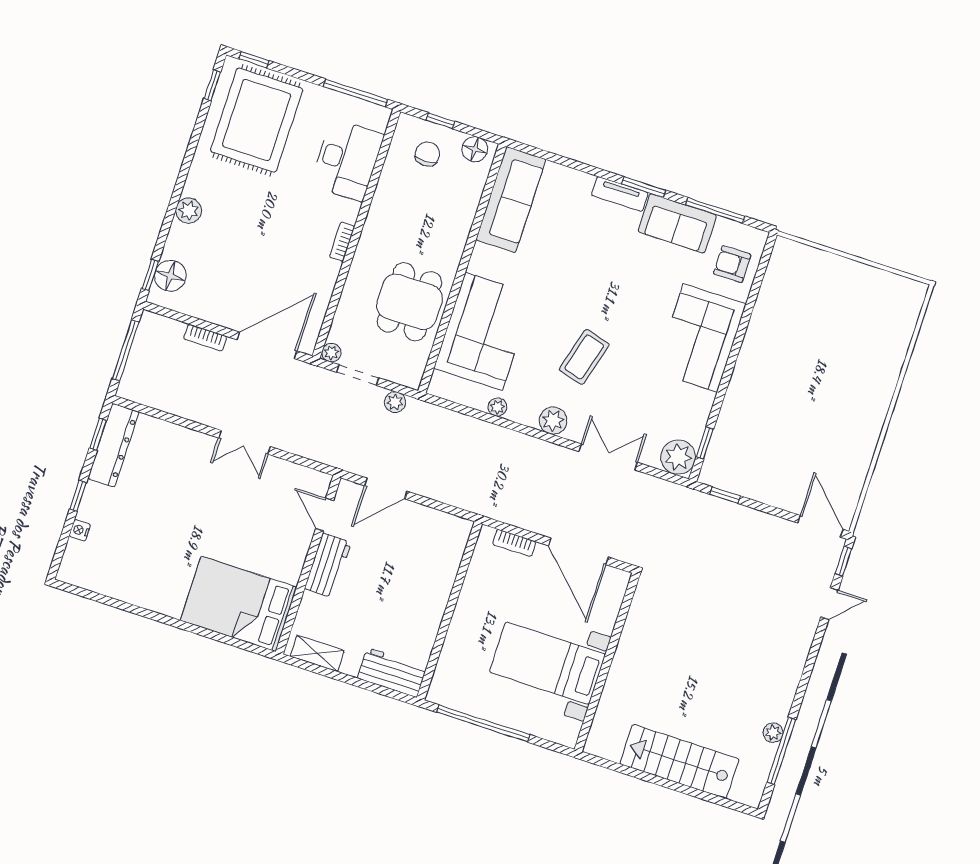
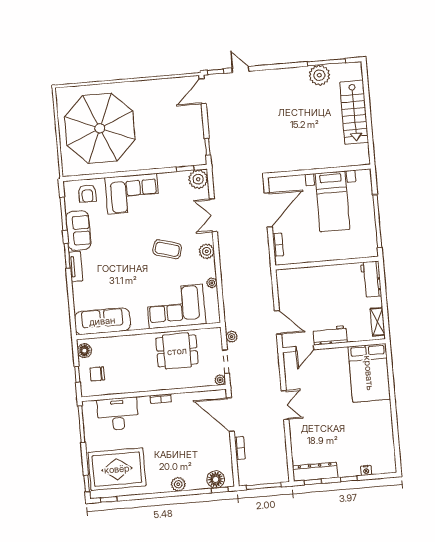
parasol: (831, 330) -> (100, 128), added
plant: (773, 733) -> (319, 75), width x1.87, depth x1.87

